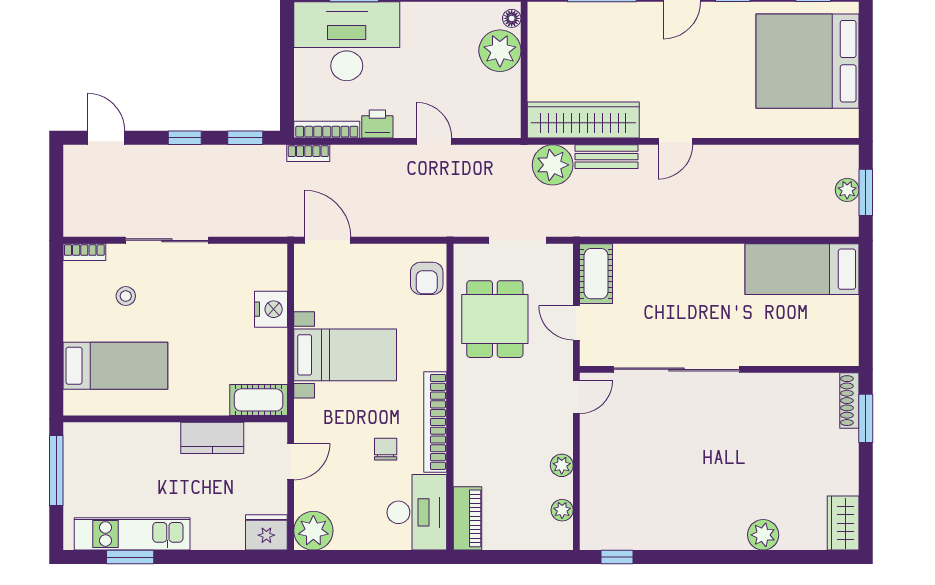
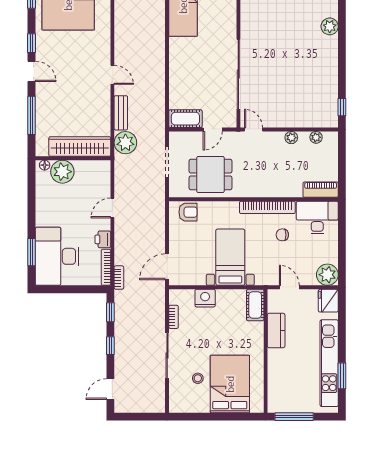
wardrobe: (583, 120) -> (80, 147), moved, turned 90
bookcase: (84, 252) -> (174, 317), moved
bed: (115, 366) -> (230, 384), width x1.50
kitchen unit: (132, 534) -> (329, 363), width x1.36

